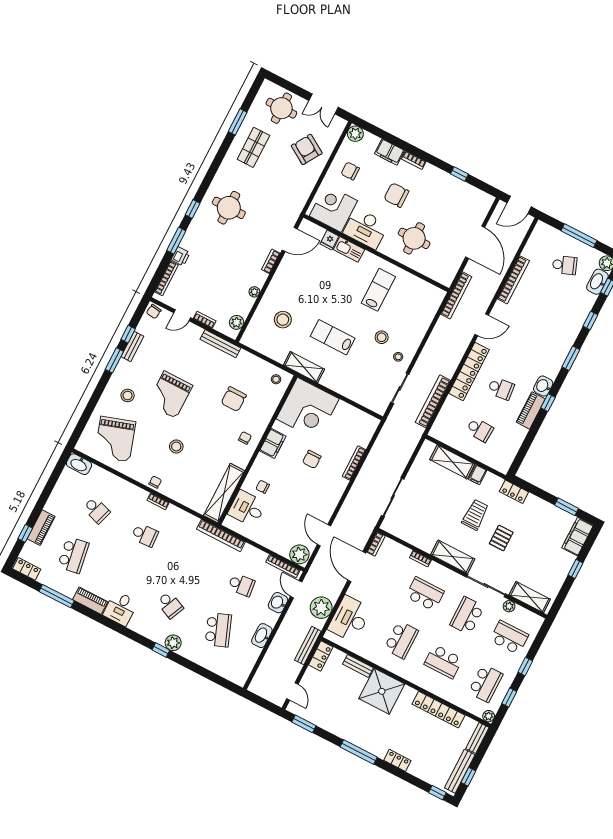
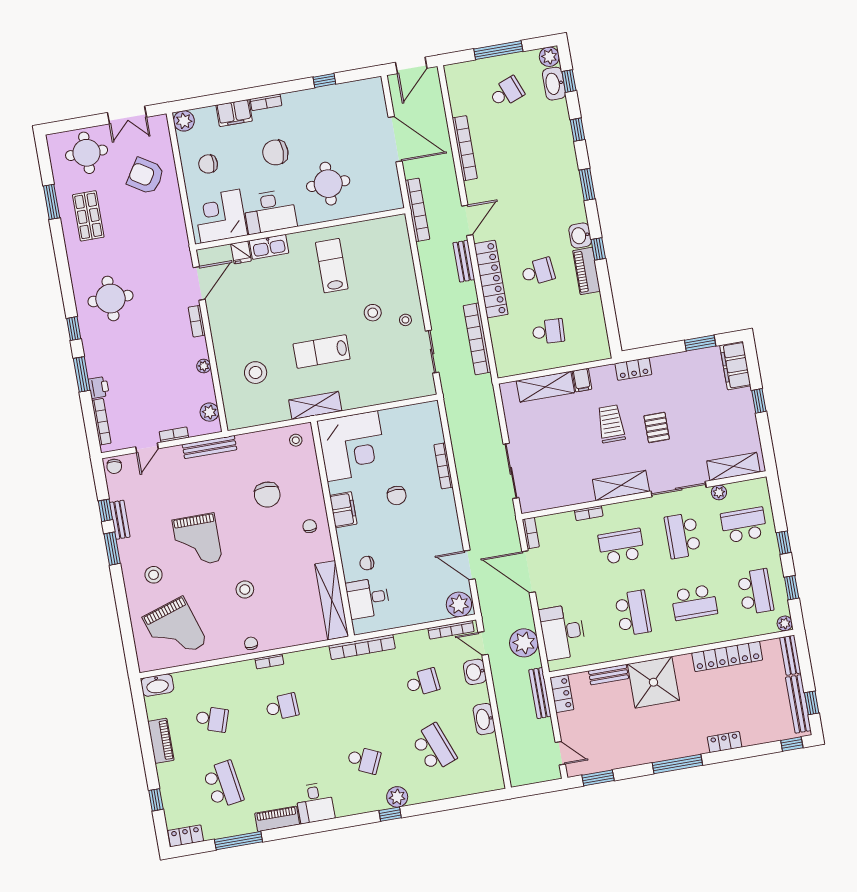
bench: (461, 348) -> (464, 261), added
piano: (41, 528) -> (161, 741), moved

